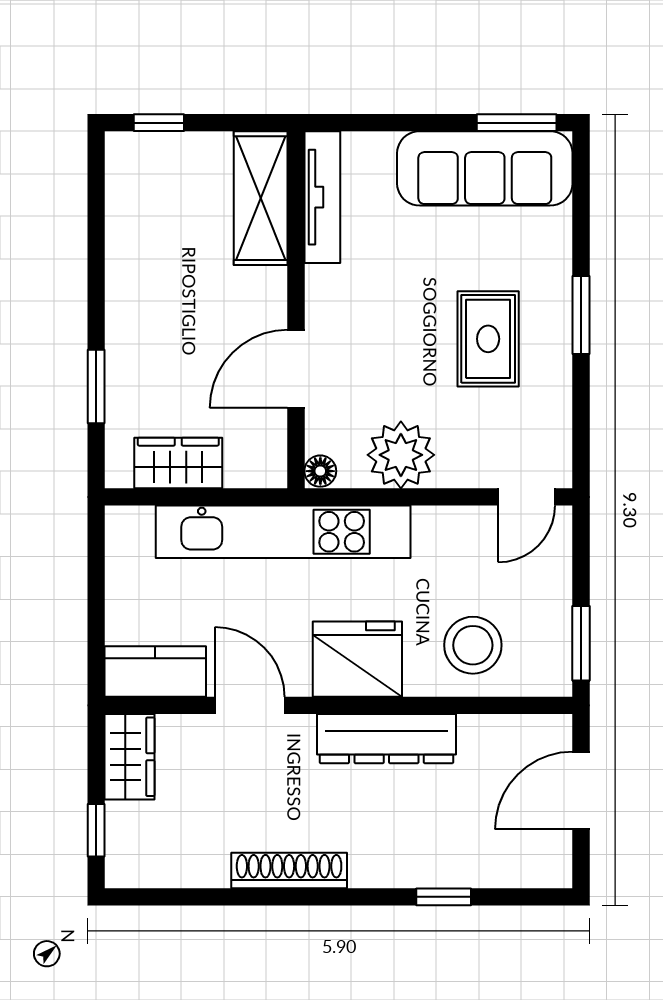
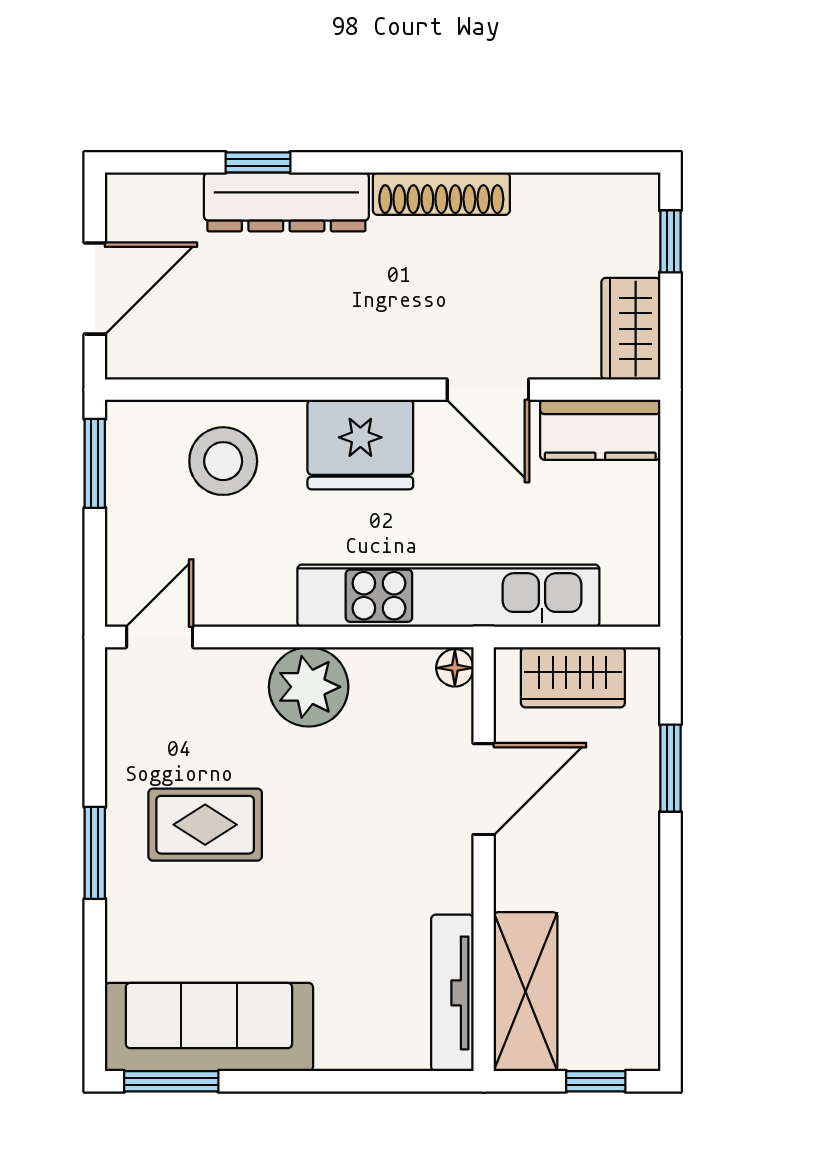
tv unit: (322, 197) -> (452, 993), moved
shelving: (261, 198) -> (526, 992), moved
wall: (296, 310) -> (484, 859), moved
rug: (488, 339) -> (205, 825), turned 90
door: (296, 369) -> (484, 789), moved
floor lamp: (320, 471) -> (455, 668), moved
dresser: (386, 739) -> (286, 202), moved, turned 180

